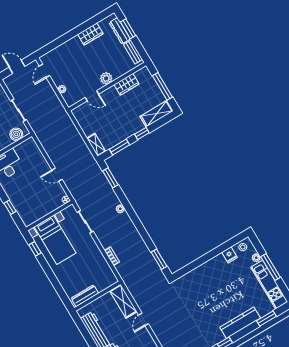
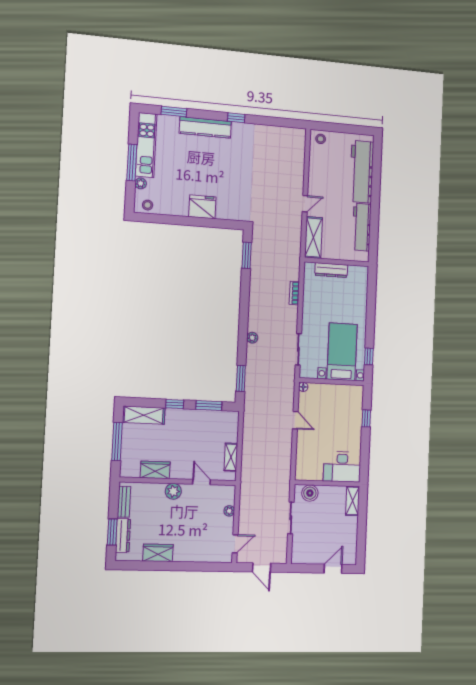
shelving: (96, 145) -> (231, 457), moved
fridge: (230, 255) -> (202, 207), moved, width x1.88, depth x1.34
dresser: (85, 296) -> (331, 270), moved

